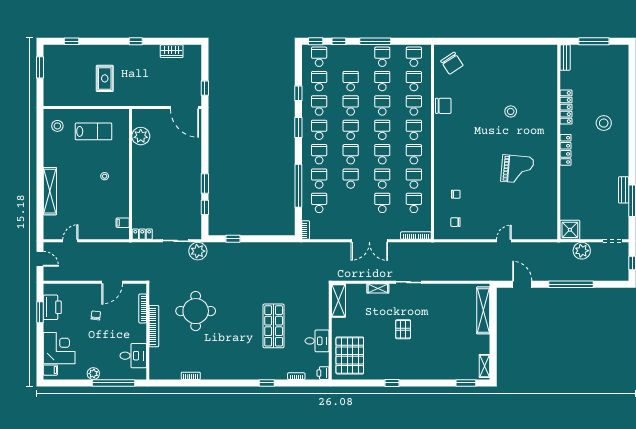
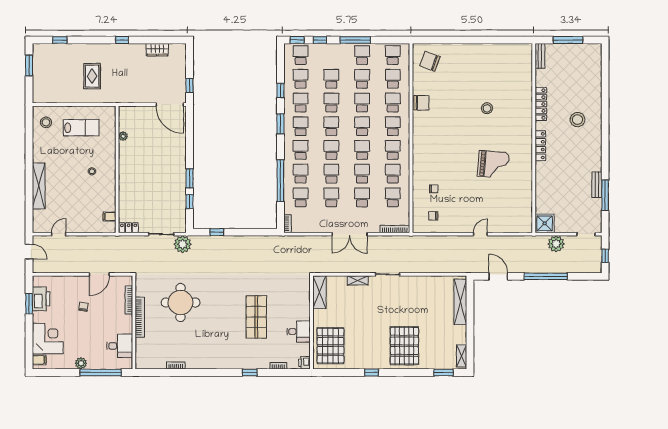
chair: (452, 63) -> (430, 61), turned 143
plant: (141, 136) -> (123, 136), width x0.53, depth x0.53
school desk: (351, 203) -> (331, 197), added
pallet: (403, 329) -> (404, 346), moved, width x2.05, depth x2.00

